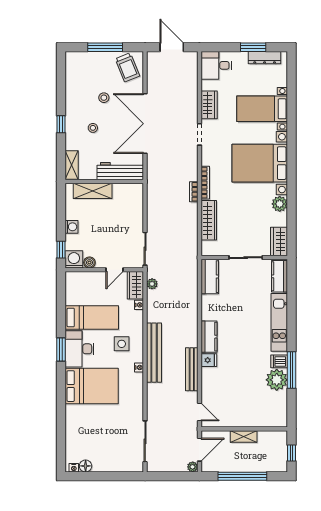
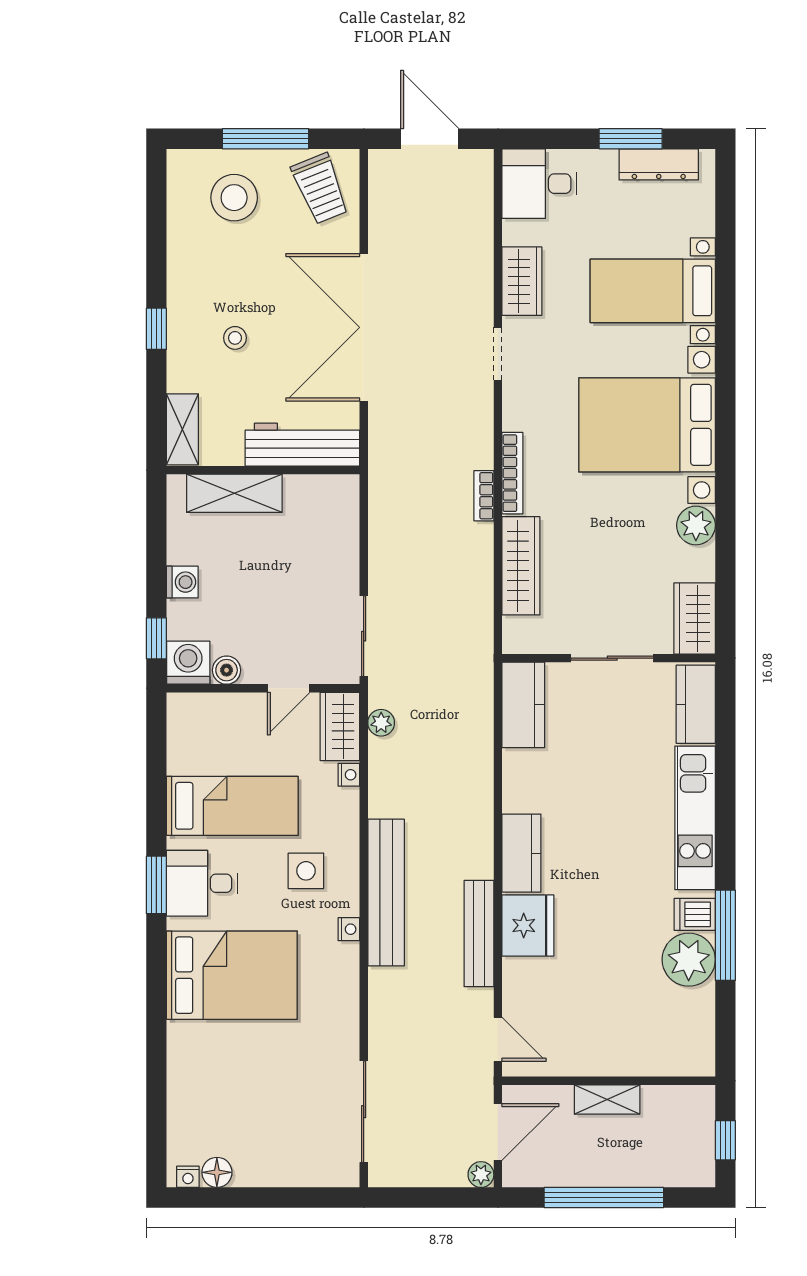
stool: (104, 98) -> (234, 198), moved, width x1.89, depth x1.89
desk: (79, 349) -> (202, 883), width x0.73
fridge: (209, 360) -> (528, 925), width x1.88, depth x1.34

